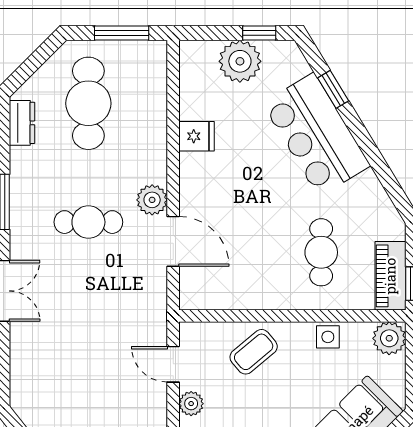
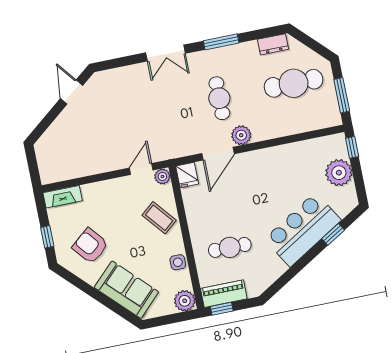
window: (259, 33) -> (352, 147), moved
fridge: (197, 136) -> (187, 175), moved
plant: (191, 404) -> (162, 176), moved

